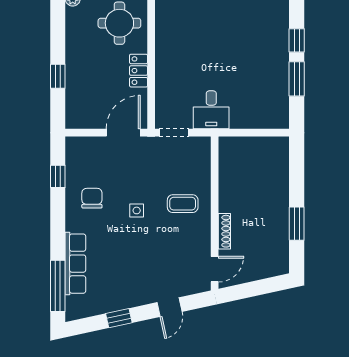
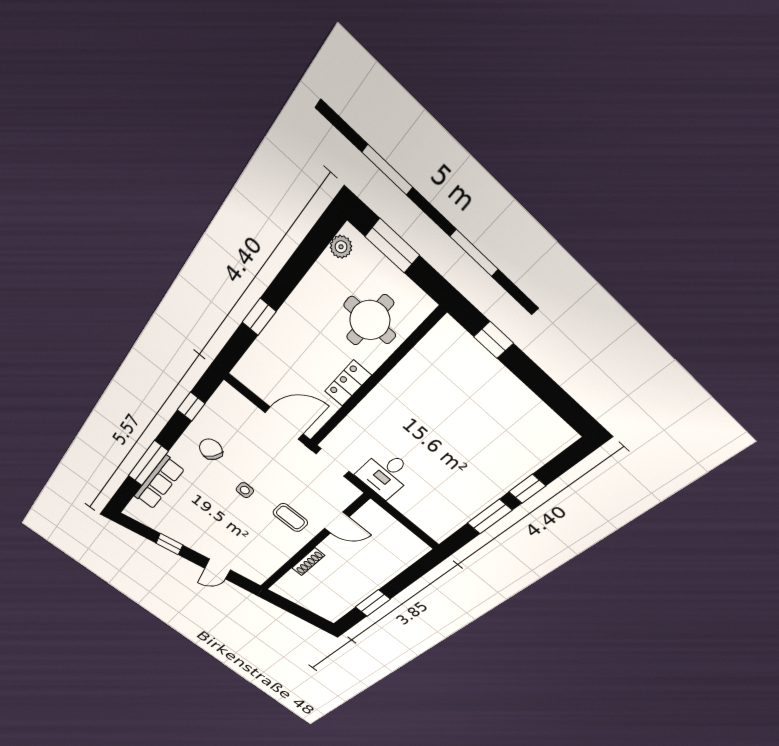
chair: (92, 198) -> (211, 449), turned -58
door: (215, 269) -> (337, 523), moved
window: (58, 286) -> (148, 463), moved

